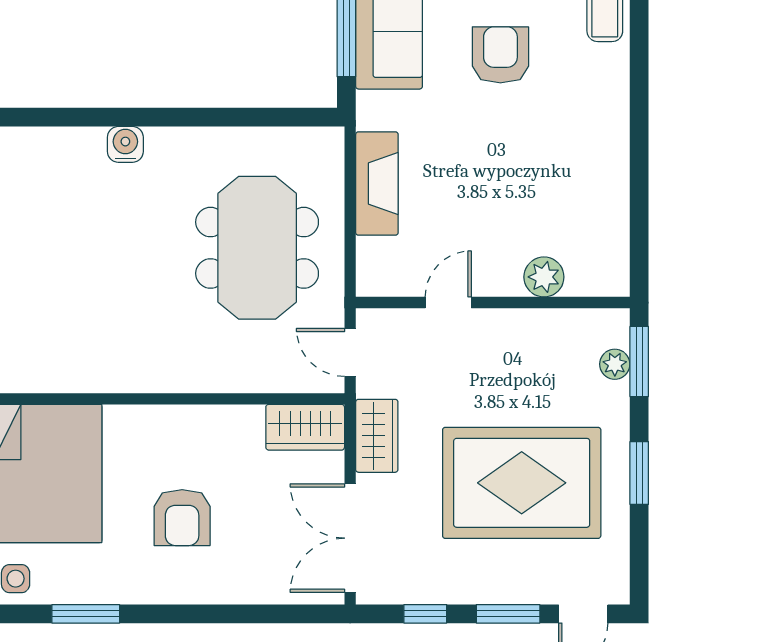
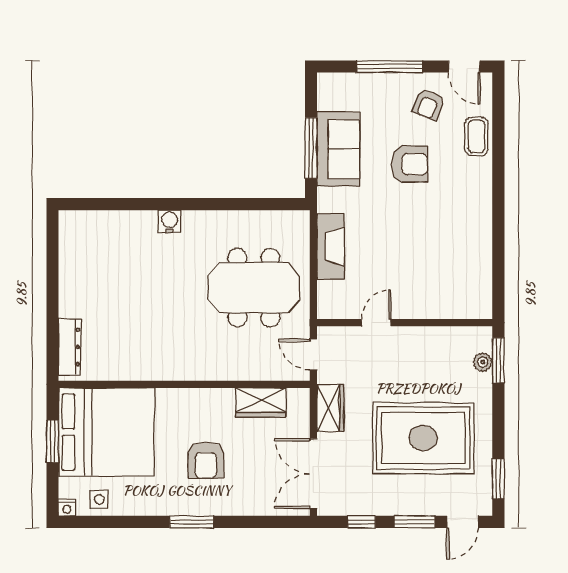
armchair: (500, 55) -> (410, 164), turned 90
meeting table: (257, 248) -> (254, 288), turned 90
plant: (544, 277) -> (437, 306), removed
wardrobe: (305, 427) -> (261, 403), moved
window: (639, 473) -> (498, 479), moved
window: (86, 614) -> (192, 522), moved

